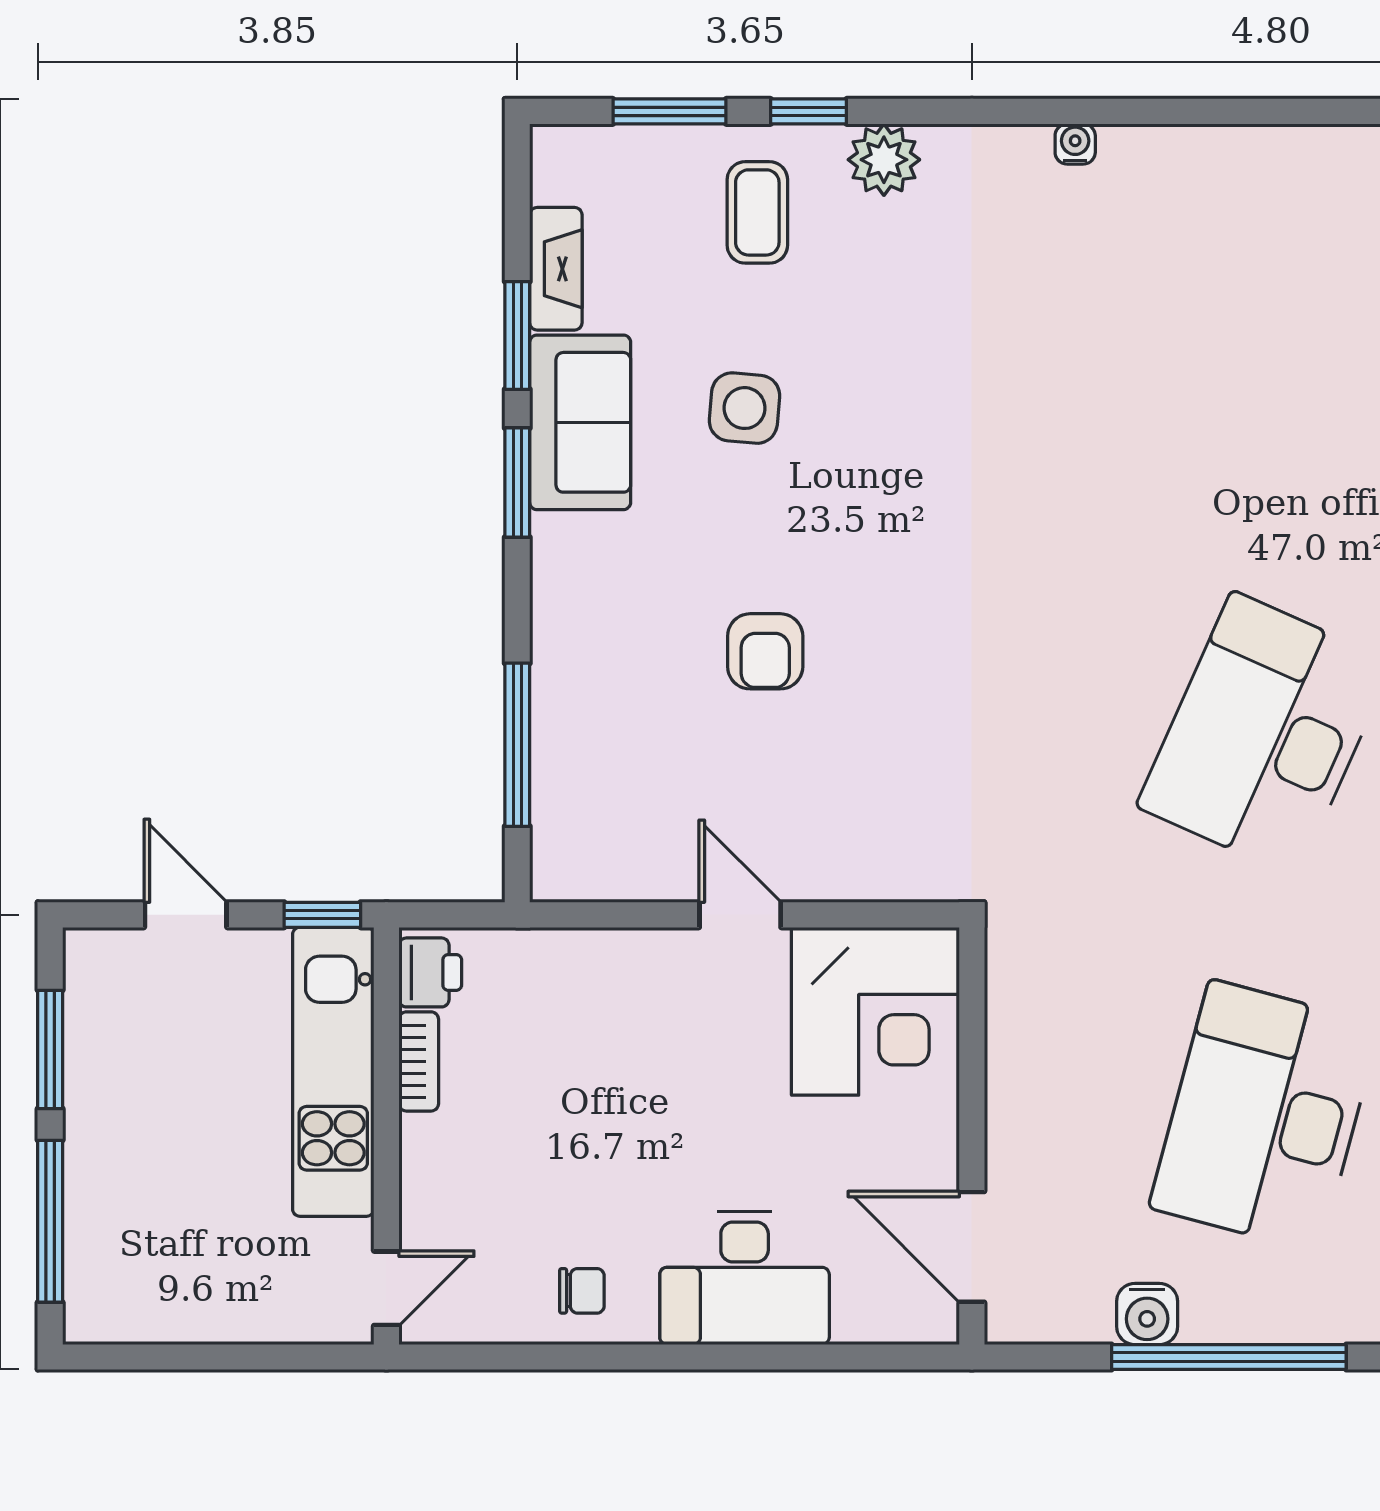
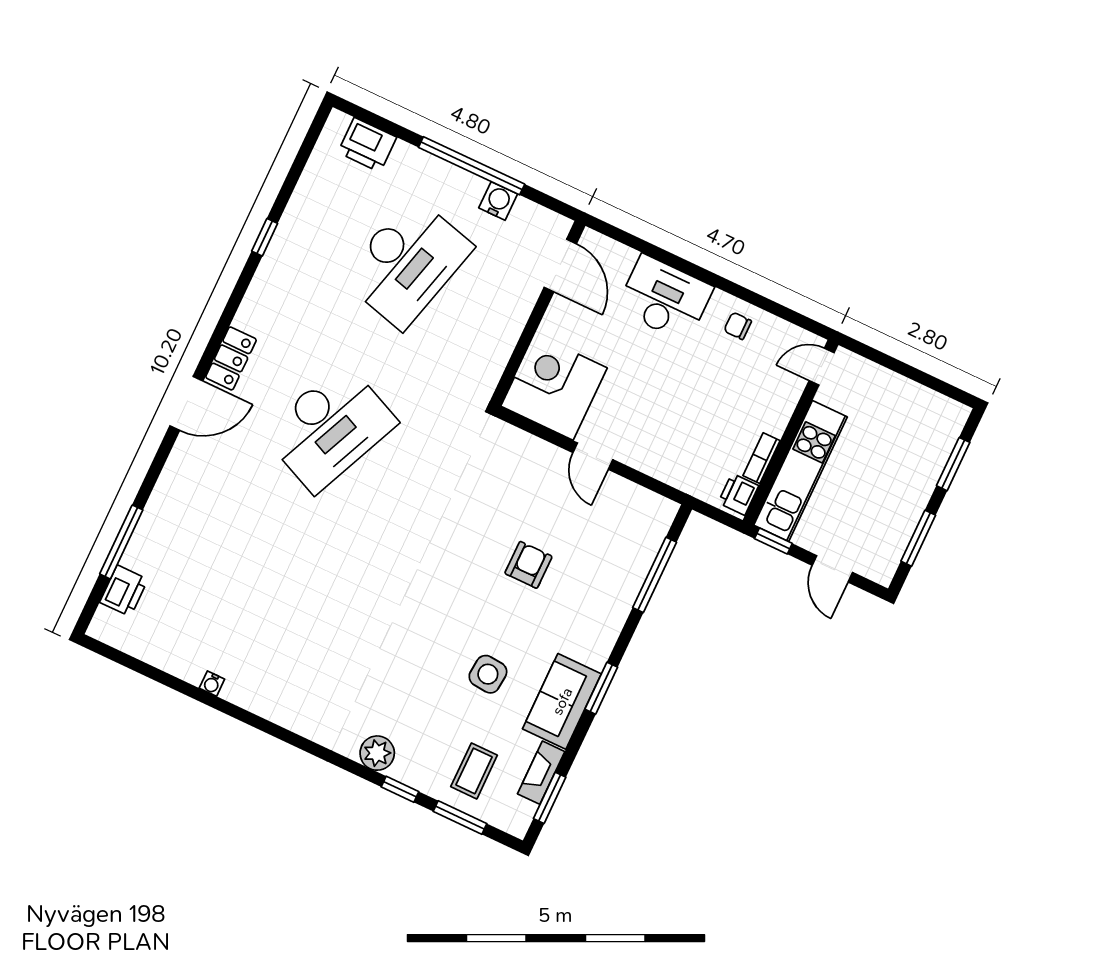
water cooler: (1075, 144) -> (212, 684), moved
coffee table: (757, 212) -> (474, 771), moved
window: (517, 335) -> (550, 798), moved
window: (50, 1221) -> (953, 464), width x0.69

